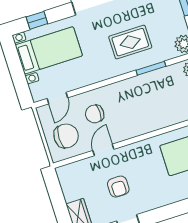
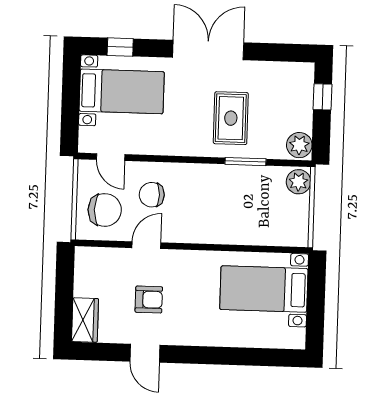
rug: (130, 42) -> (231, 118), turned 90
door: (57, 98) -> (111, 157), hinge flipped
armchair: (118, 187) -> (149, 300), turned -90

